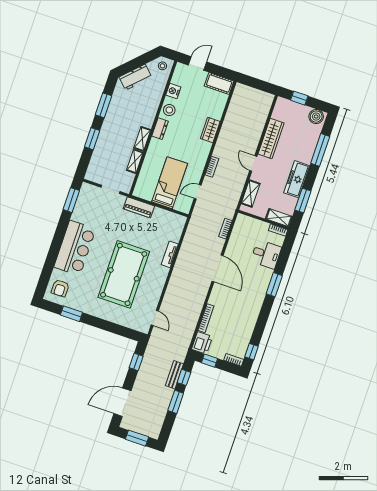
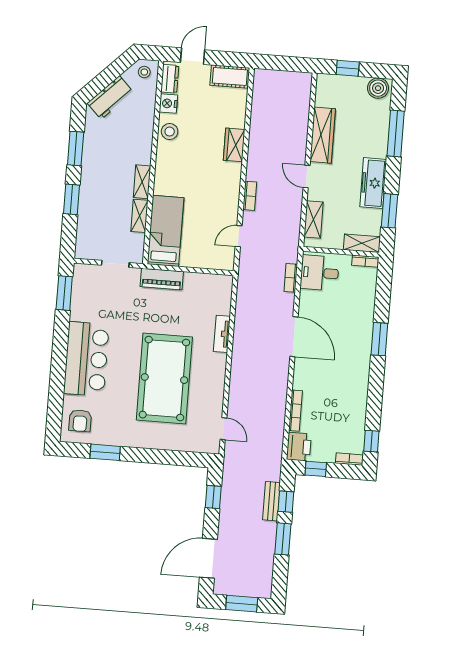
dresser: (160, 129) -> (170, 79), moved
bed: (170, 183) -> (166, 231), moved
desk: (266, 254) -> (320, 273), moved, turned 180

